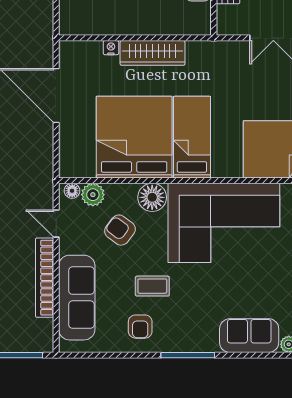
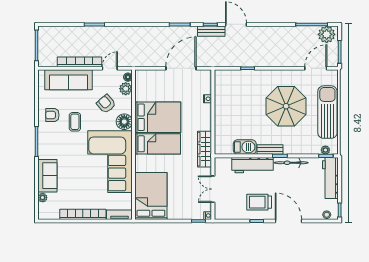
wardrobe: (153, 53) -> (205, 149), moved
bed: (134, 137) -> (158, 117), width x0.73
armchair: (120, 230) -> (106, 104), turned -78

